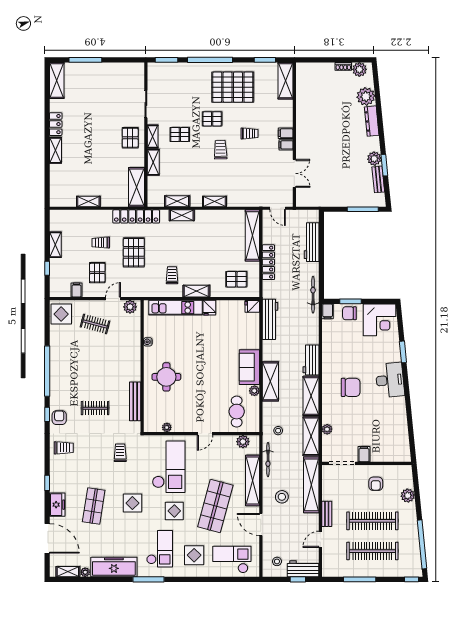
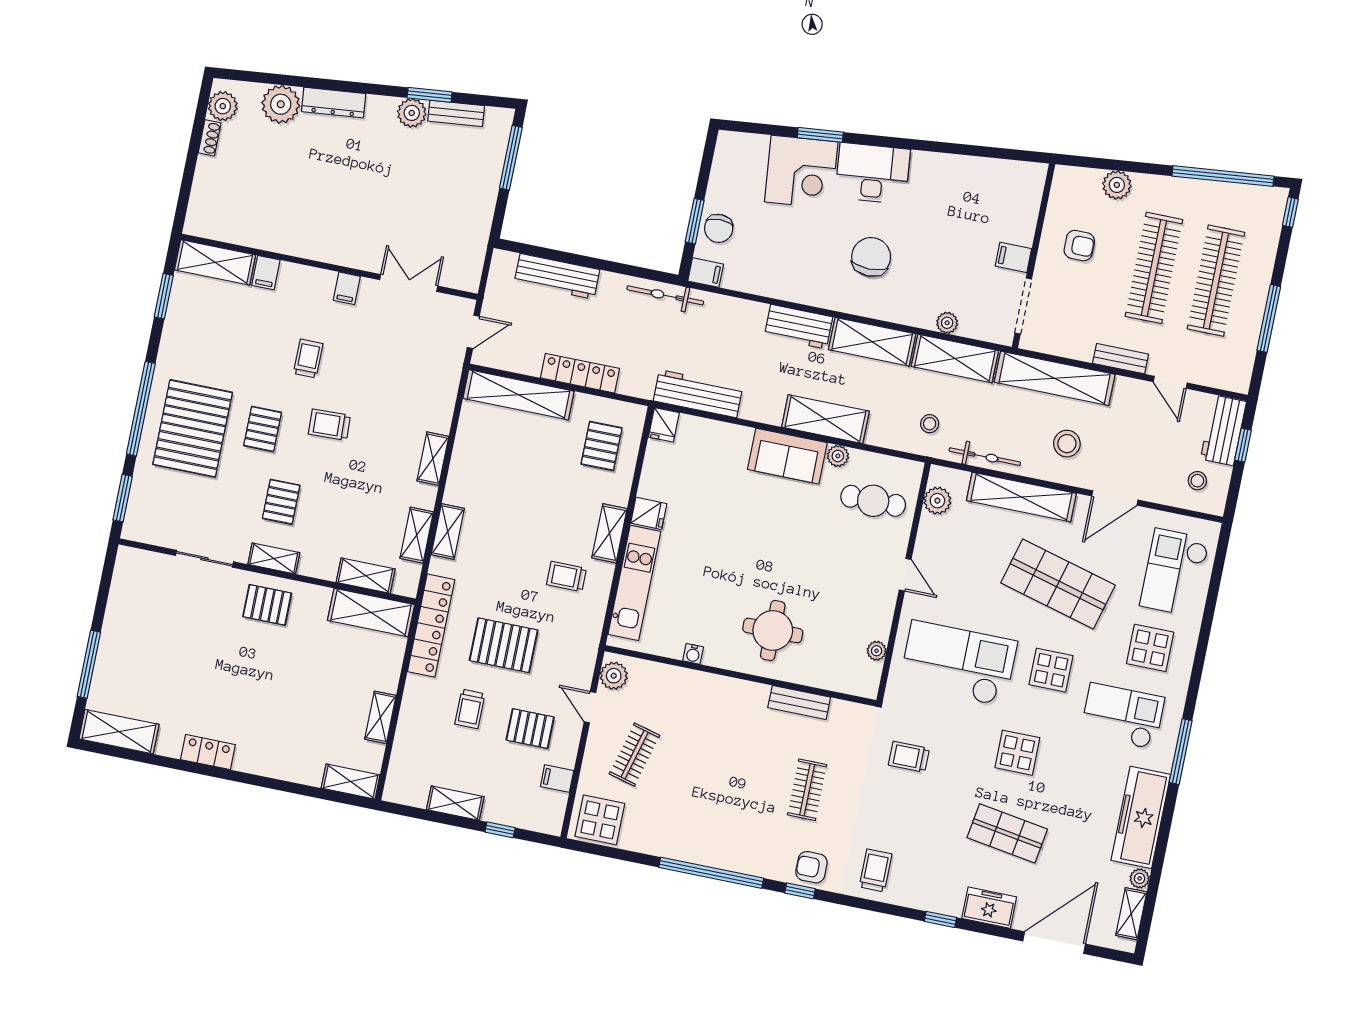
pallet: (233, 87) -> (193, 428), moved
filing cabinet: (286, 133) -> (266, 273), moved
shelving: (55, 150) -> (351, 782), moved
shelving: (153, 162) -> (366, 576), moved
corner desk: (379, 320) -> (801, 172), moved, turned 84
bench: (135, 401) -> (799, 702), width x0.73

